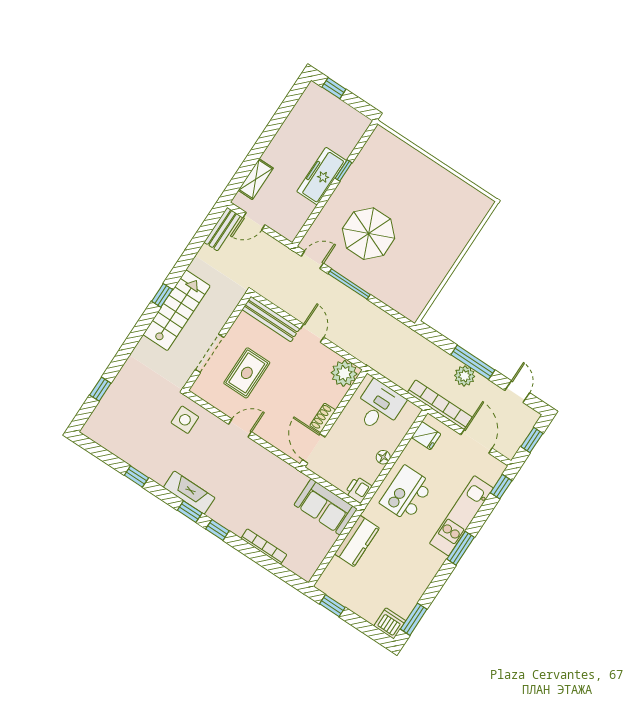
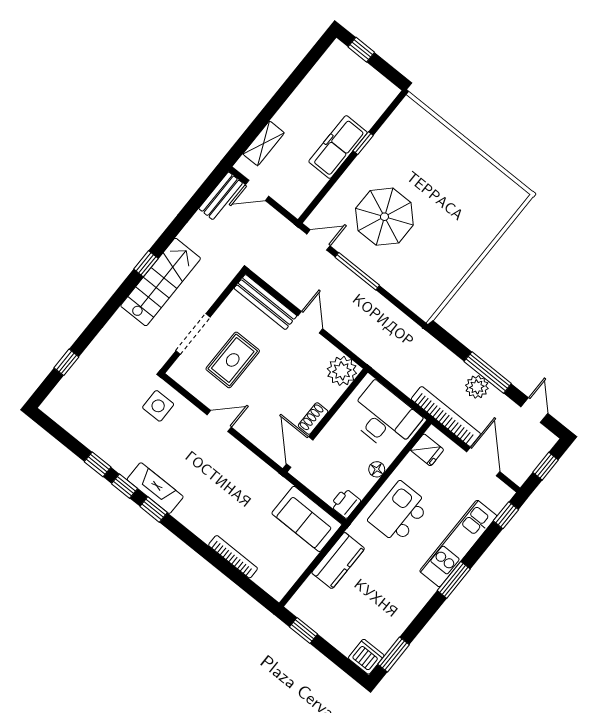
desk: (379, 407) -> (384, 417), width x1.37
window: (217, 530) -> (125, 486), moved

